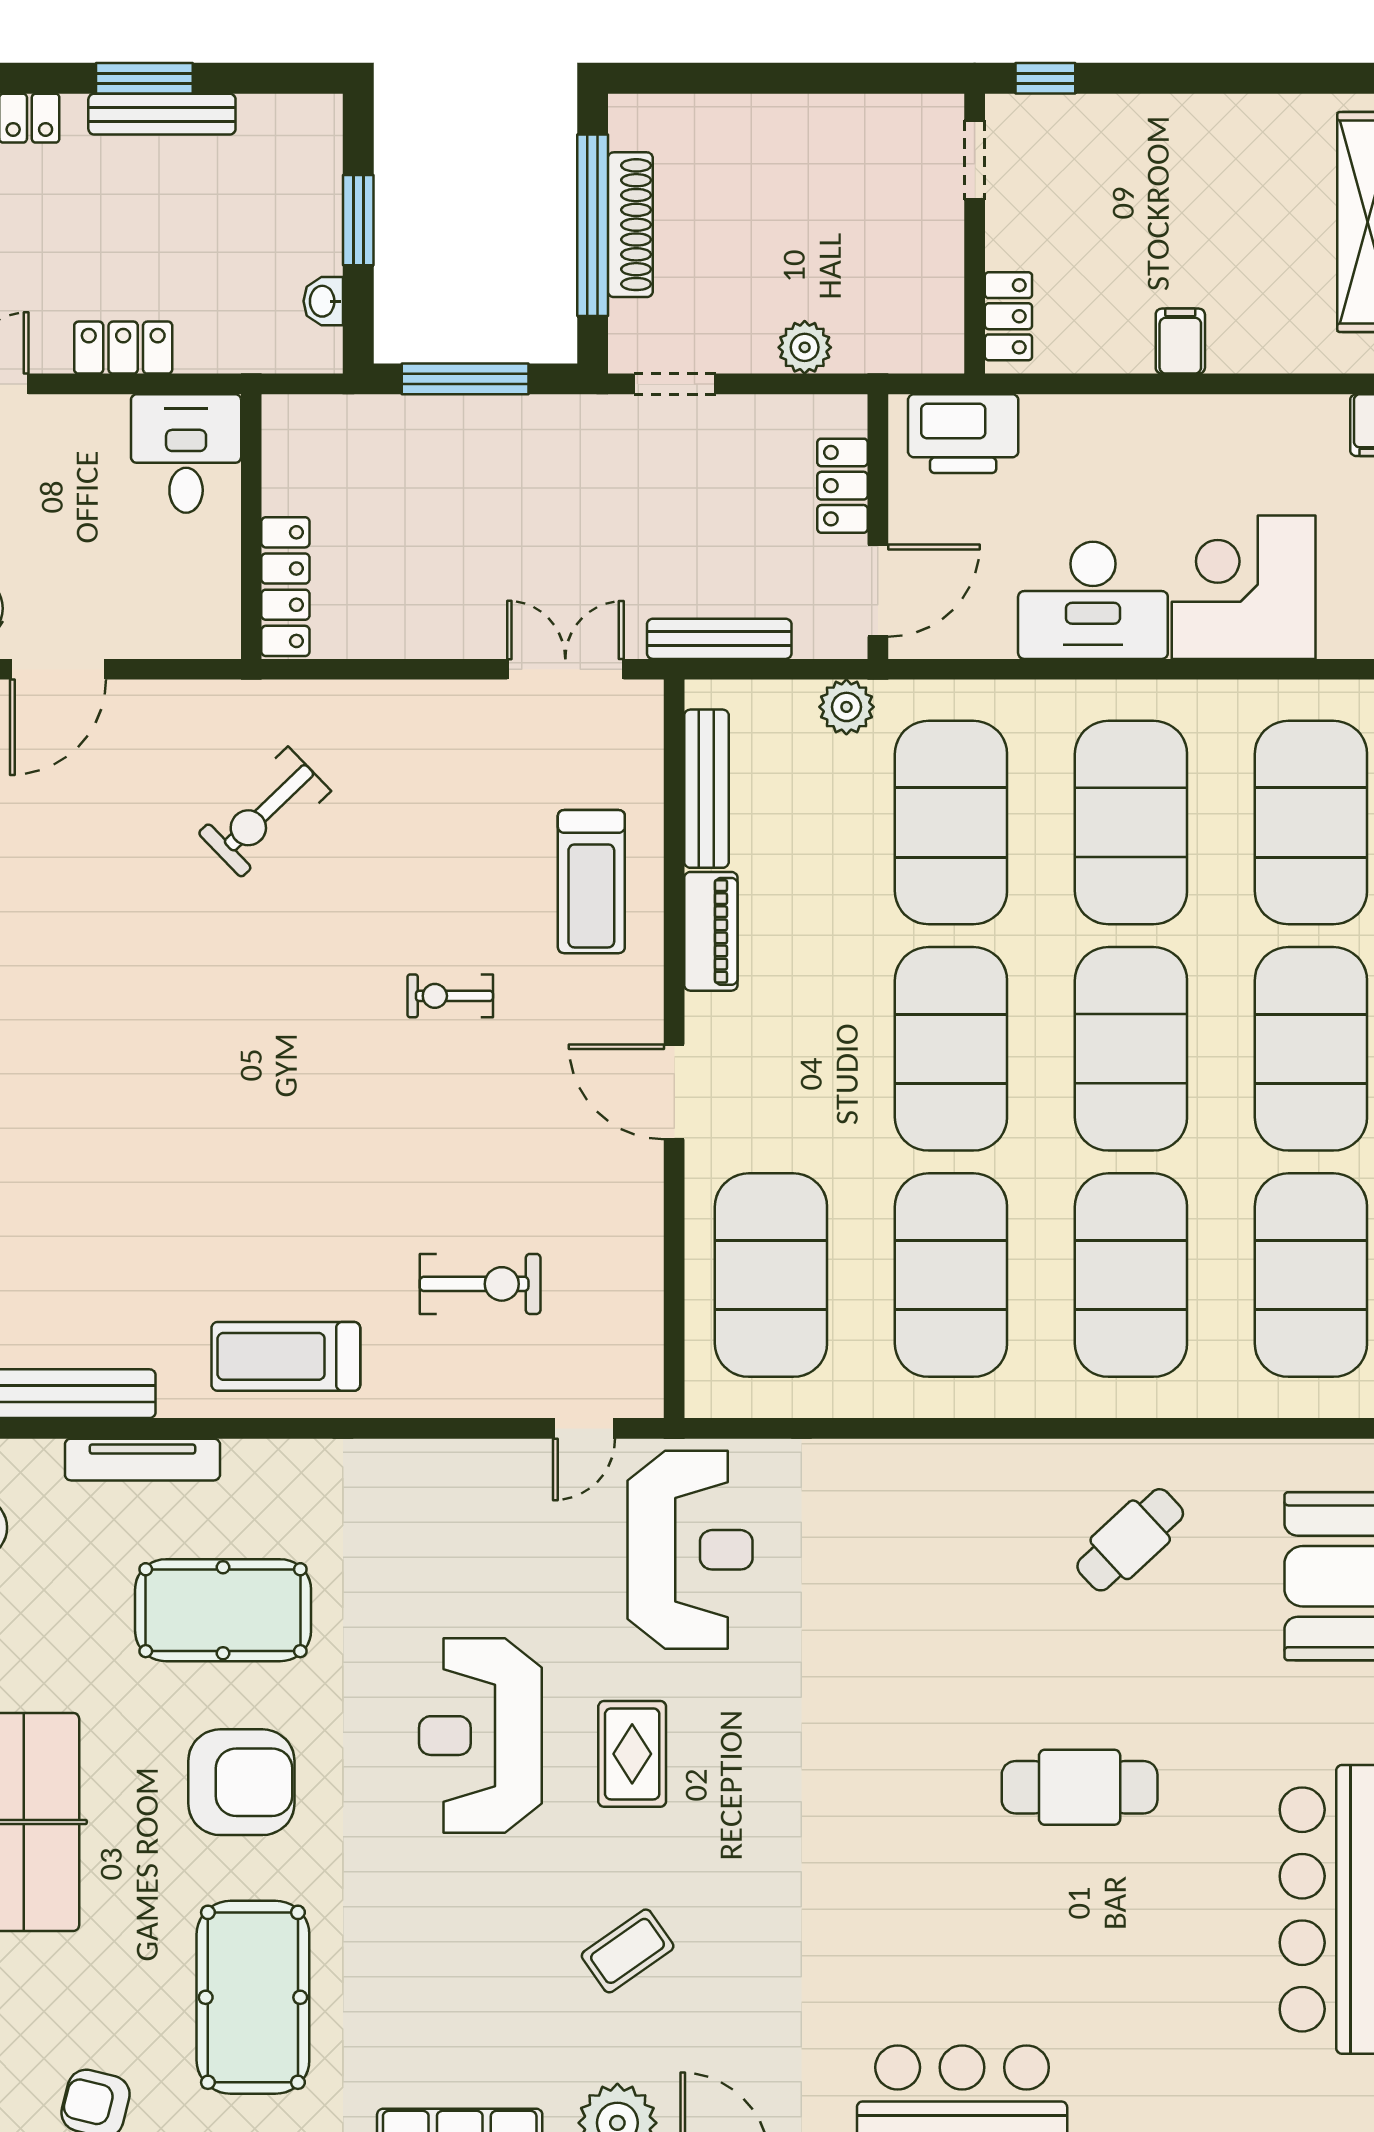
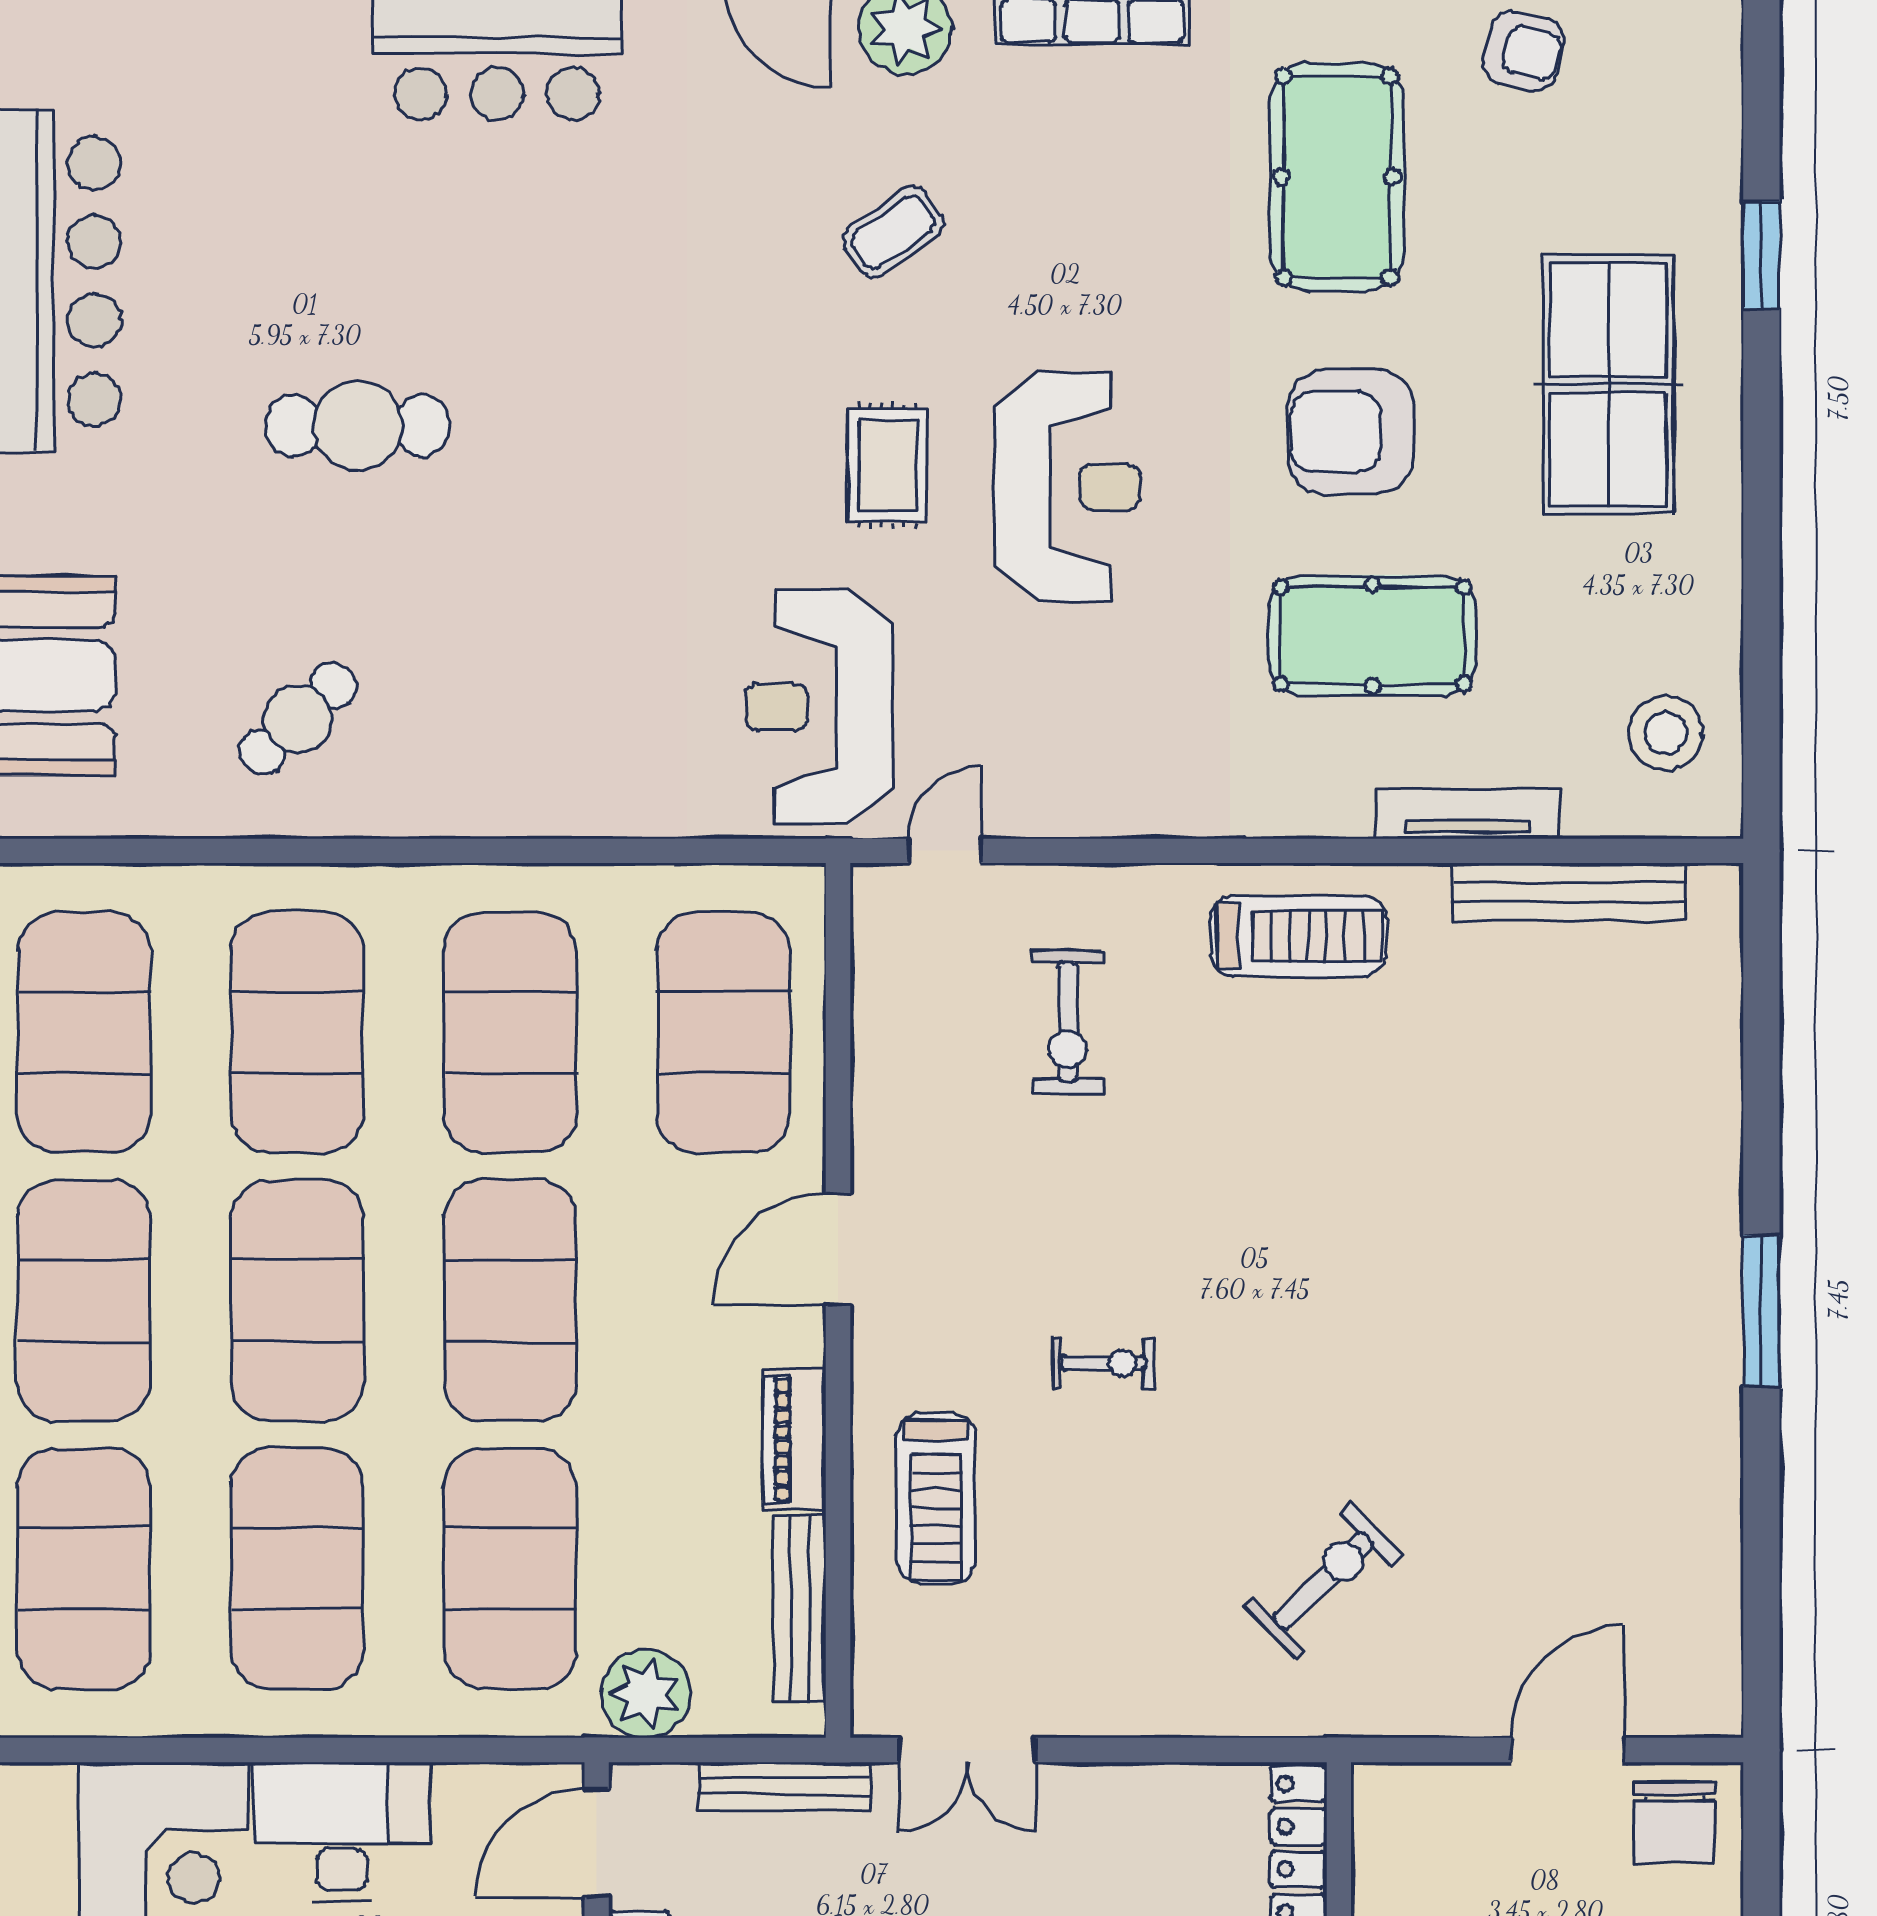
plant: (846, 707) -> (646, 1694), width x1.36, depth x1.36
treadmill: (591, 882) -> (936, 1498), turned 180
door: (674, 1092) -> (838, 1249), swing flipped
exercise bike: (480, 1284) -> (1068, 1022), turned -90

